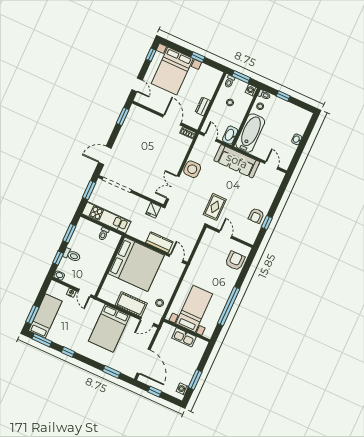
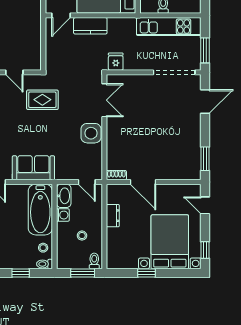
washing machine: (251, 90) -> (63, 215), moved
sofa: (237, 161) -> (33, 168), width x0.73
rug: (215, 207) -> (42, 100), turned 90
door: (176, 258) -> (61, 15), hinge flipped

